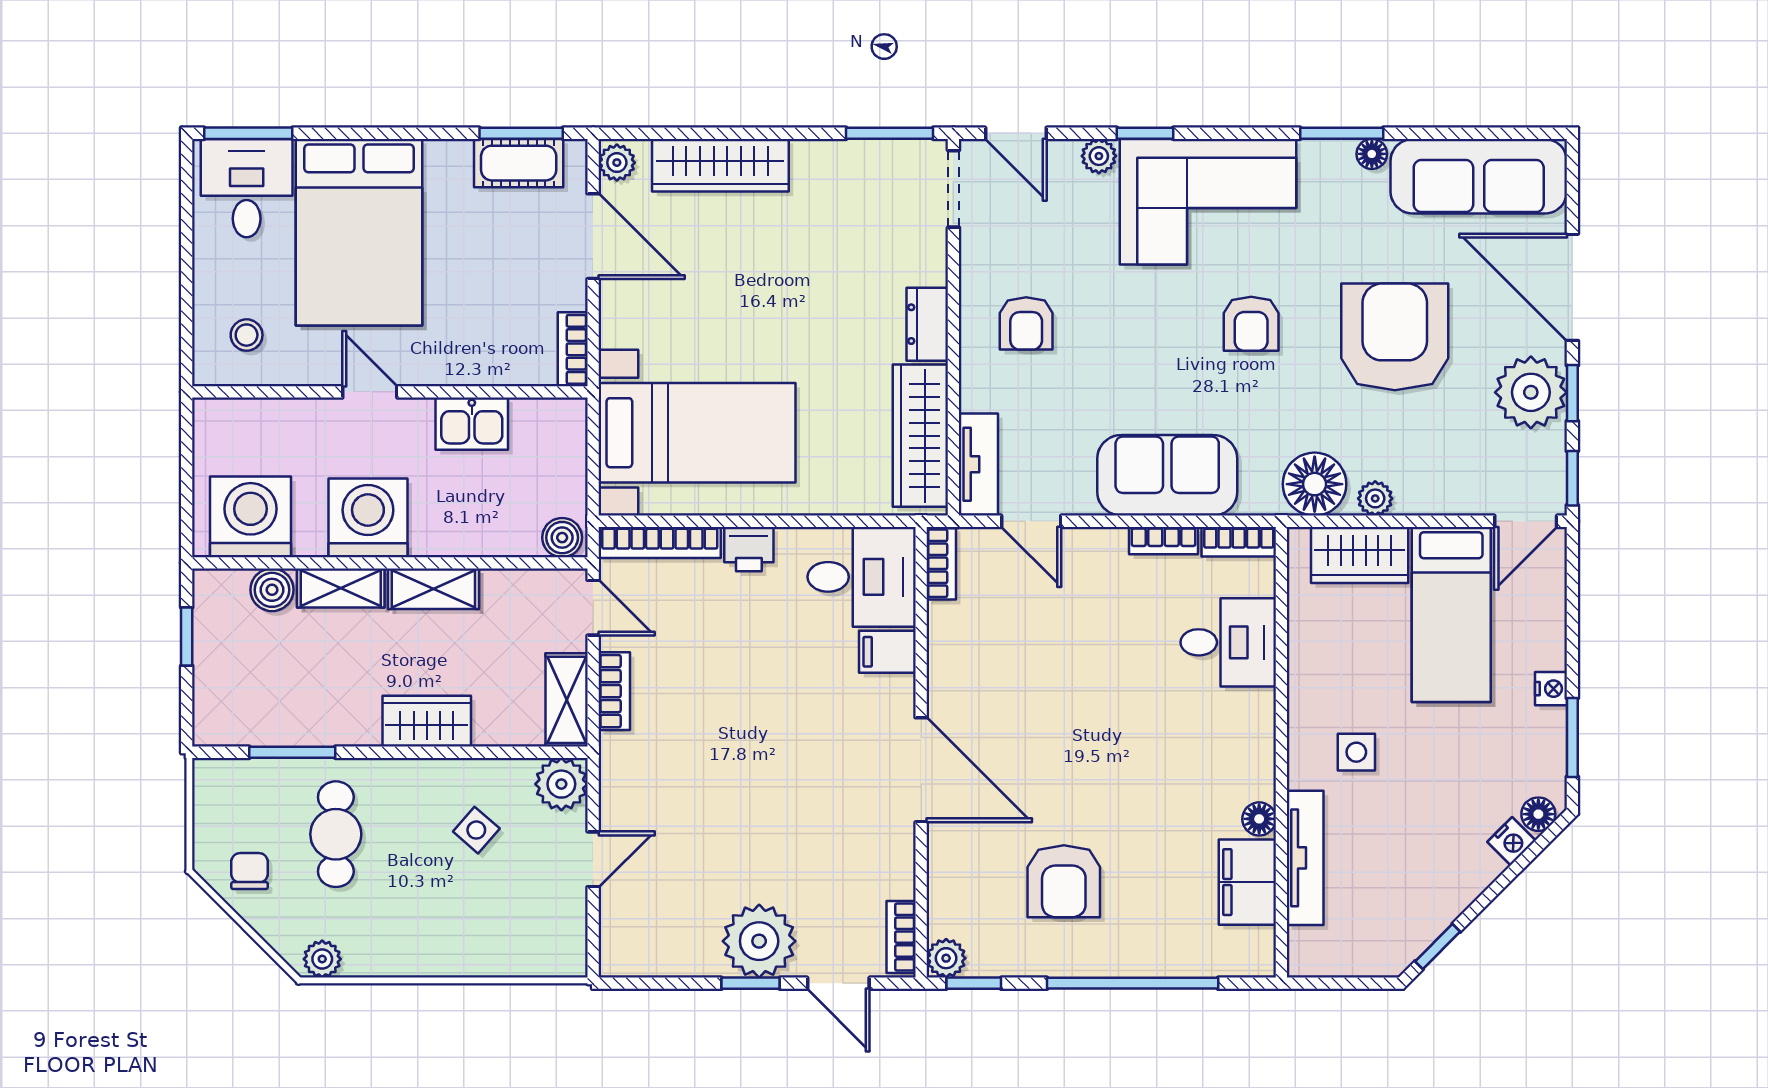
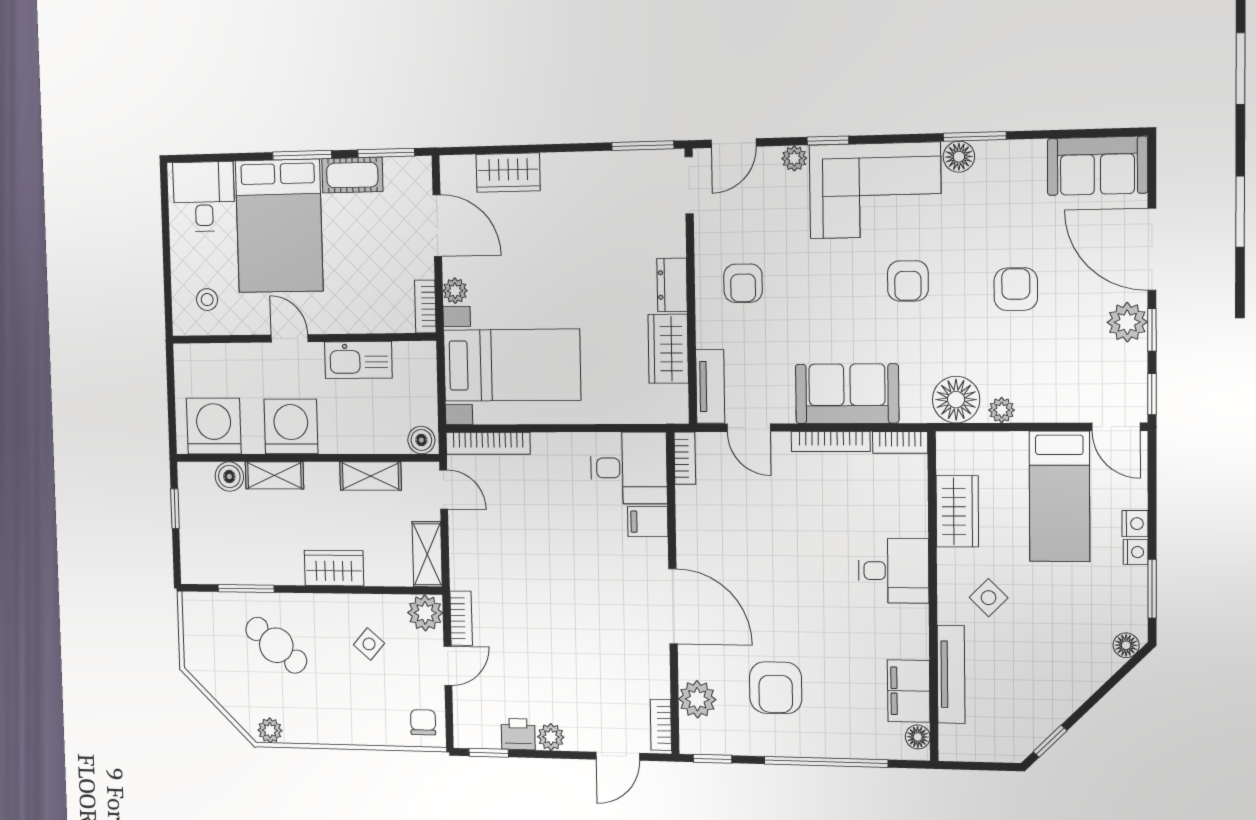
window: (248, 133) -> (302, 155), moved
door: (1016, 133) -> (734, 143), hinge flipped
floor lamp: (1372, 154) -> (959, 157), moved, width x1.37, depth x1.37
cot: (519, 163) -> (352, 175), moved
plant: (617, 163) -> (455, 291), moved
wardrobe: (720, 165) -> (508, 173), width x0.67
sofa: (1479, 176) -> (1097, 166), width x0.73
armchair: (1395, 337) -> (1016, 289), width x0.53, depth x0.53
plant: (1531, 392) -> (1127, 322), width x0.73, depth x0.73
kitchen sink: (472, 424) -> (358, 360), width x1.38
wardrobe: (920, 436) -> (668, 349), width x0.67
door: (1526, 521) -> (1116, 427), hinge flipped
bookcase: (1164, 541) -> (831, 442), width x1.56
printer: (749, 549) -> (518, 734), moved, turned 180
wardrobe: (1360, 555) -> (957, 511), moved, turned -90
shelving: (433, 589) -> (371, 476), moved
desk: (1228, 642) -> (894, 571), moved
bookcase: (614, 691) -> (461, 618), moved
side table: (1356, 752) -> (989, 598), turned 45
floor lamp: (1259, 819) -> (918, 737), moved
cafe table: (336, 834) -> (276, 645), turned -51
nightstand: (1511, 841) -> (1135, 524), moved, turned -45
chair: (250, 871) -> (423, 722), moved
plant: (759, 941) -> (551, 737), width x0.53, depth x0.53
plant: (946, 958) -> (697, 699), moved, width x1.38, depth x1.38
window: (751, 983) -> (489, 753), moved
door: (838, 983) -> (618, 756), hinge flipped

